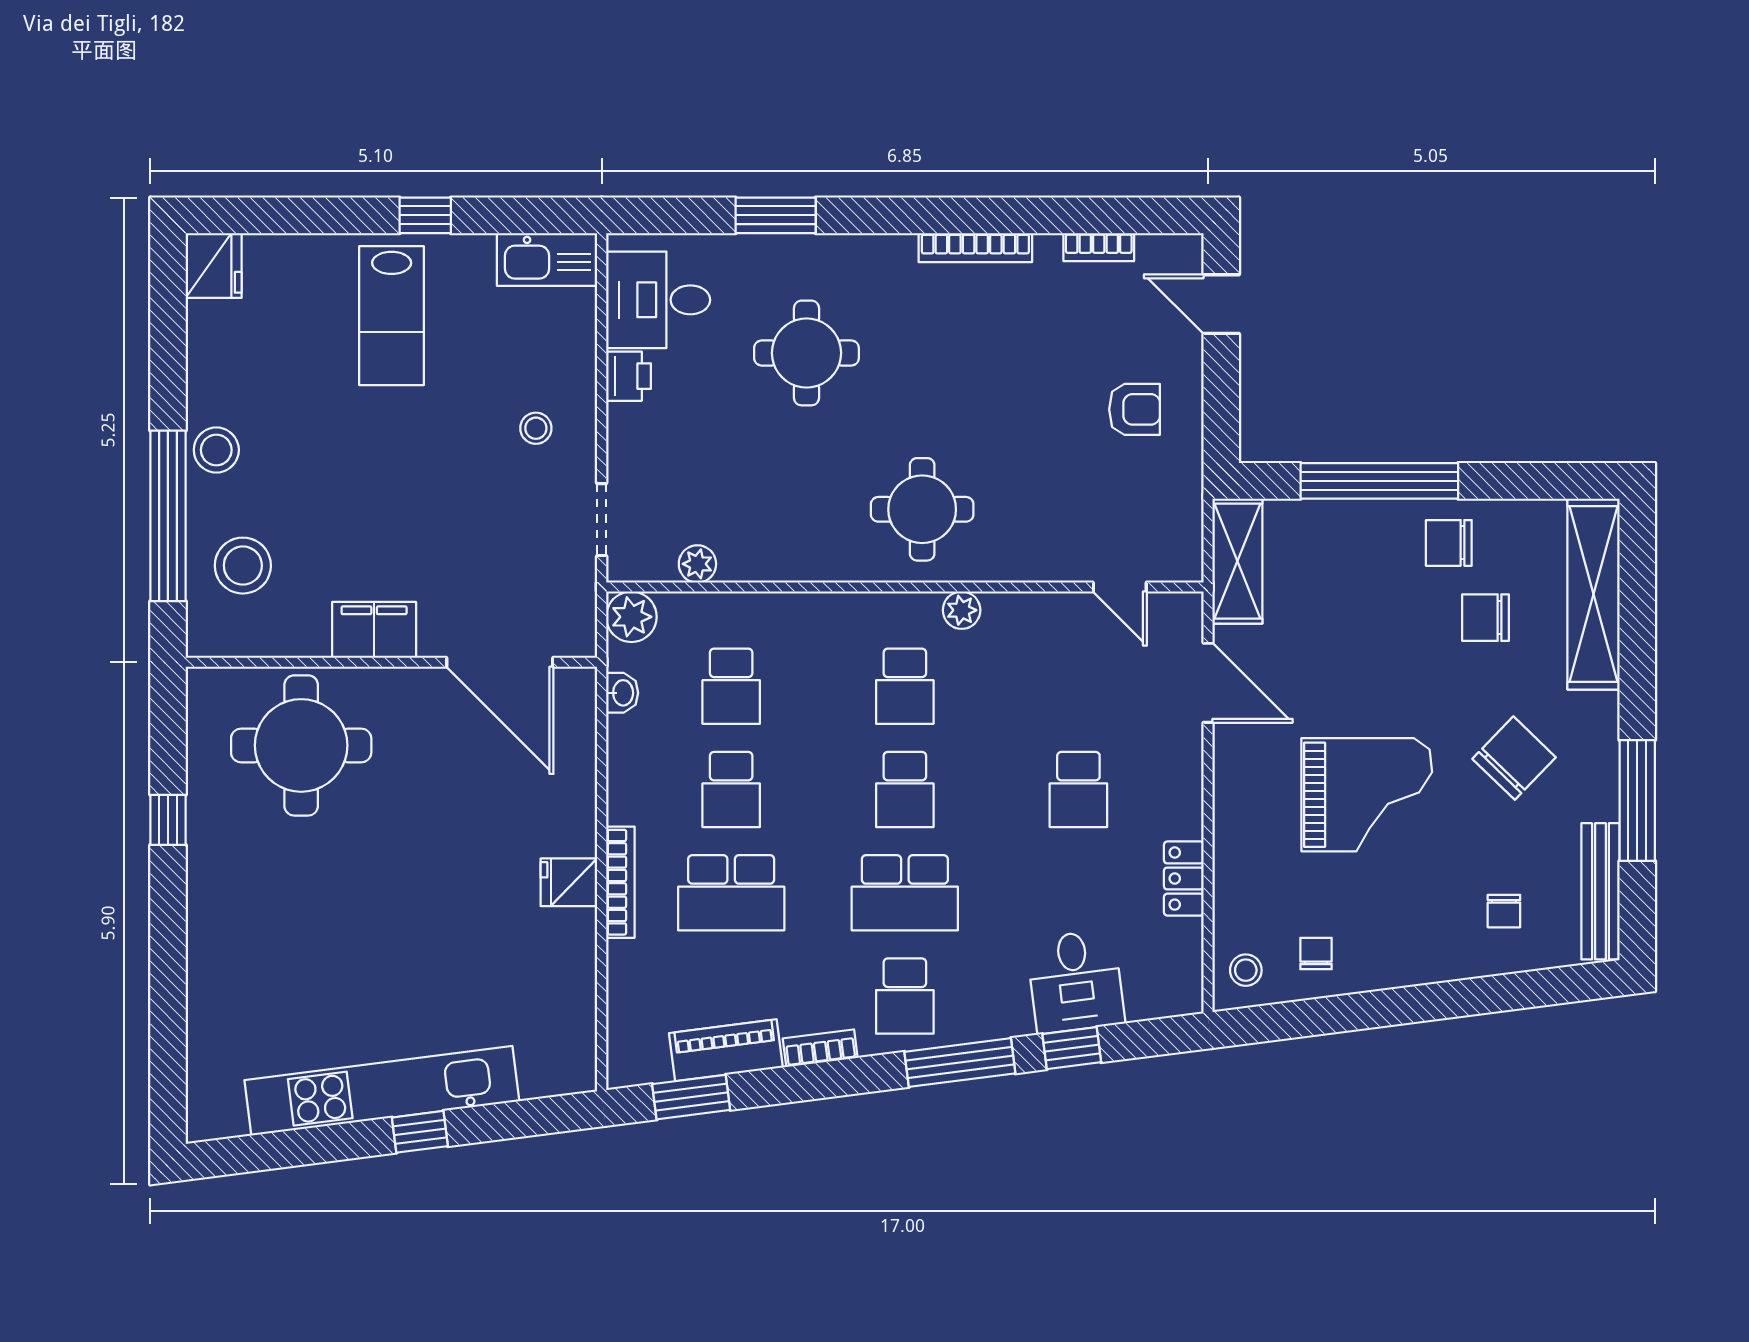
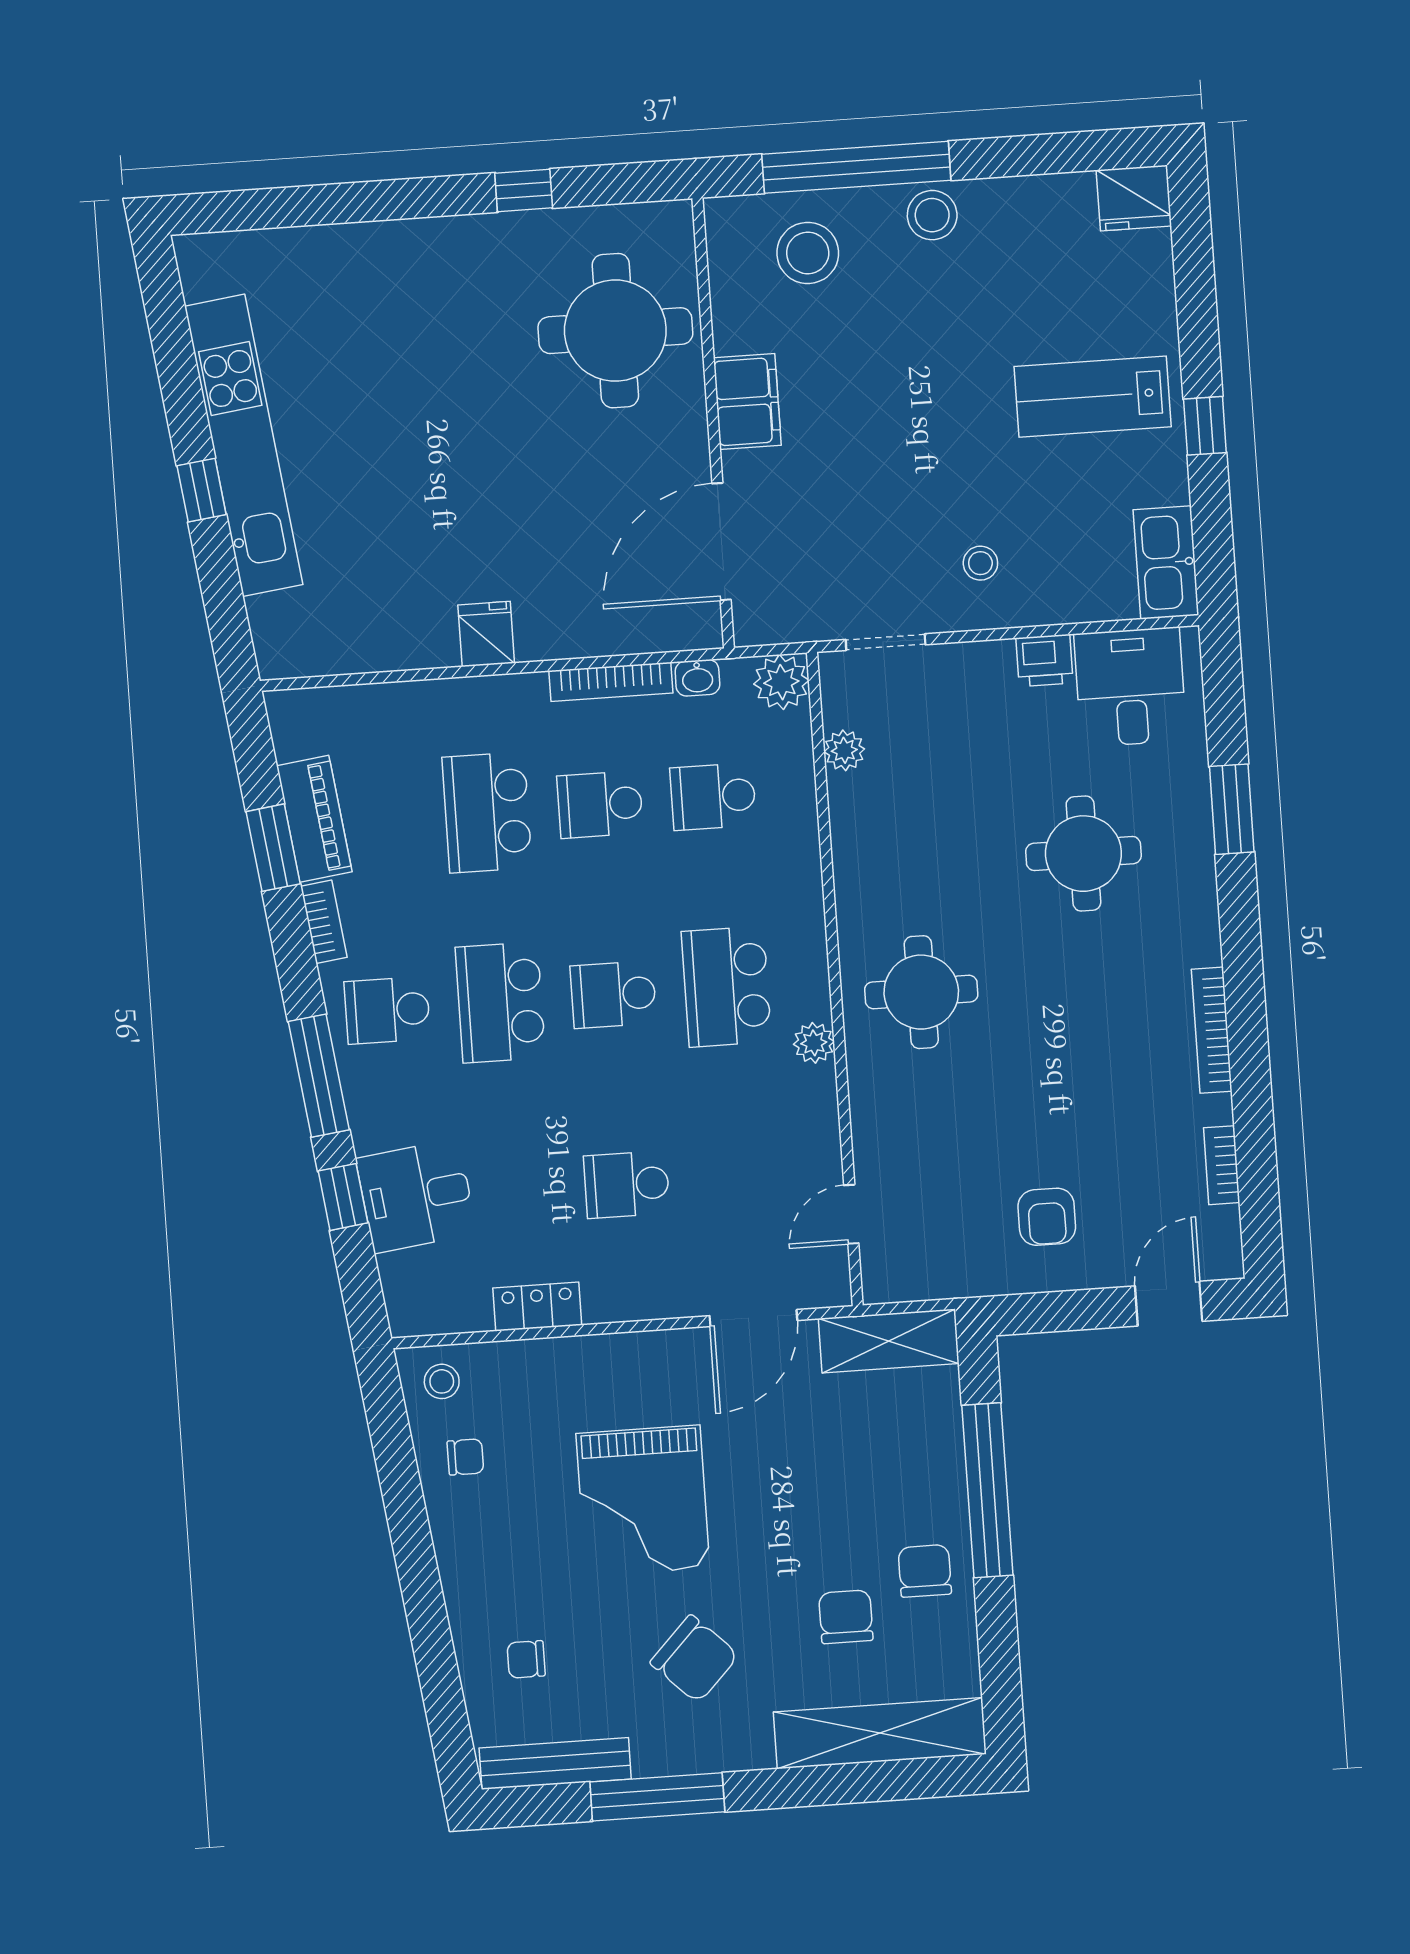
school desk: (905, 686) -> (726, 987), width x1.85
bookcase: (620, 882) -> (611, 682), moved
window: (691, 1097) -> (273, 848), moved

